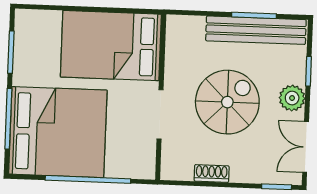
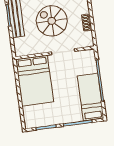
bed: (58, 132) -> (91, 97), width x0.49

